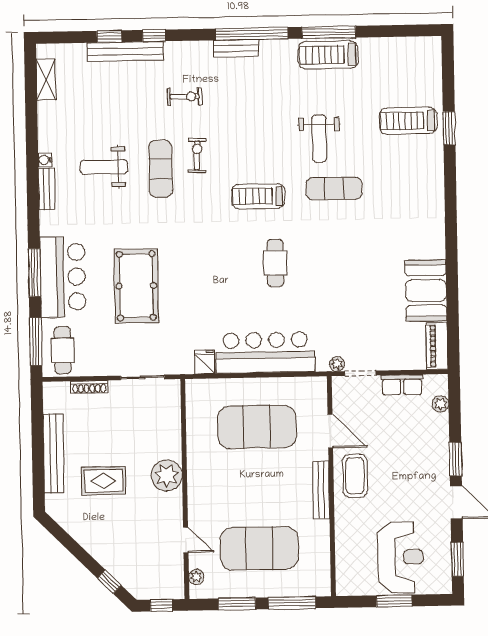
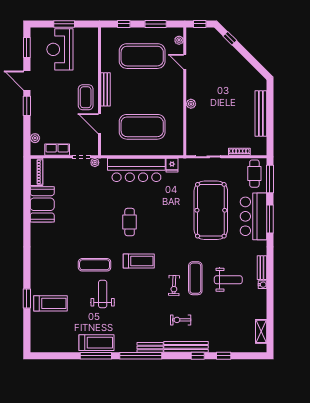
bench: (125, 51) -> (186, 347), moved
pool table: (136, 286) -> (211, 210), width x1.36, depth x1.32
plant: (167, 475) -> (191, 104), width x0.53, depth x0.53
rug: (104, 481) -> (232, 97), removed
window: (292, 603) -> (124, 24), width x0.46

